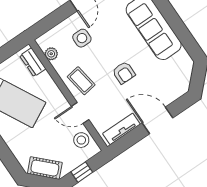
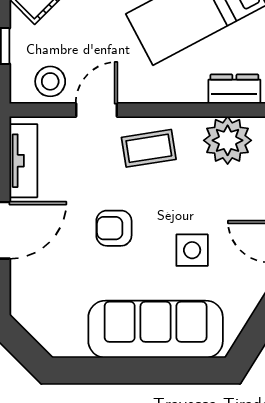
side table: (82, 38) -> (192, 250), moved
plant: (51, 54) -> (228, 140), width x1.87, depth x1.87

